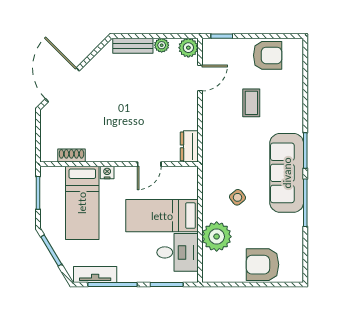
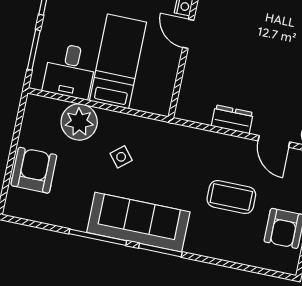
coffee table: (251, 103) -> (231, 197), width x1.36, depth x1.30
dresser: (189, 146) -> (232, 119), moved
door: (149, 164) -> (188, 34), moved

